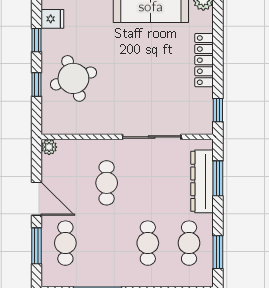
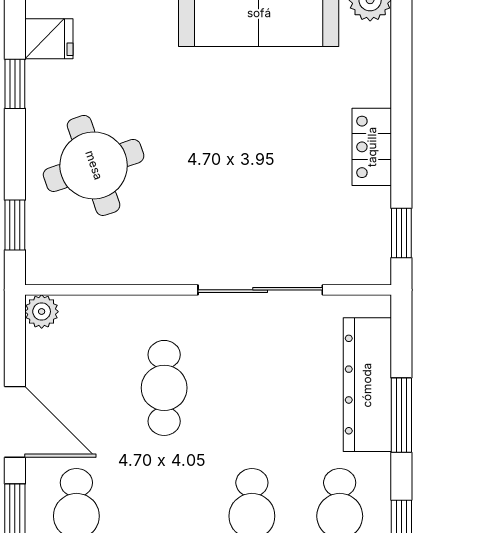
locker: (204, 60) -> (372, 147), width x0.66
window: (36, 84) -> (15, 225), moved
window: (218, 178) -> (401, 415), moved

